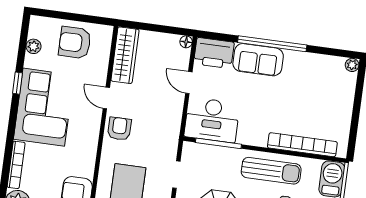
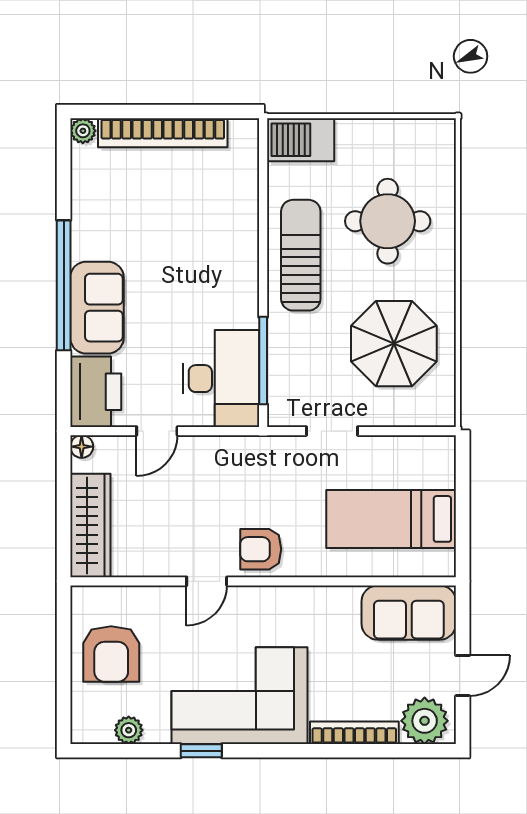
wardrobe: (125, 55) -> (90, 525), moved, turned 90
bookcase: (302, 145) -> (163, 133), moved, turned -90

